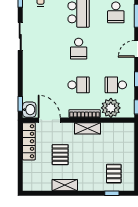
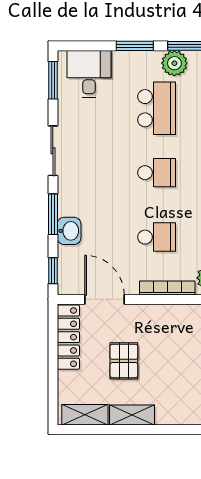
school desk: (79, 49) -> (157, 173), turned -90
window: (20, 72) -> (53, 214), added
washbasin: (29, 110) -> (69, 231), moved
shelving: (88, 128) -> (85, 415), moved

